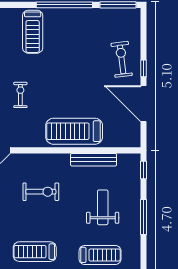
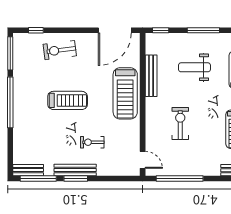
treadmill: (33, 32) -> (68, 100), moved
window: (143, 68) -> (36, 30), moved
door: (143, 104) -> (115, 30), moved

